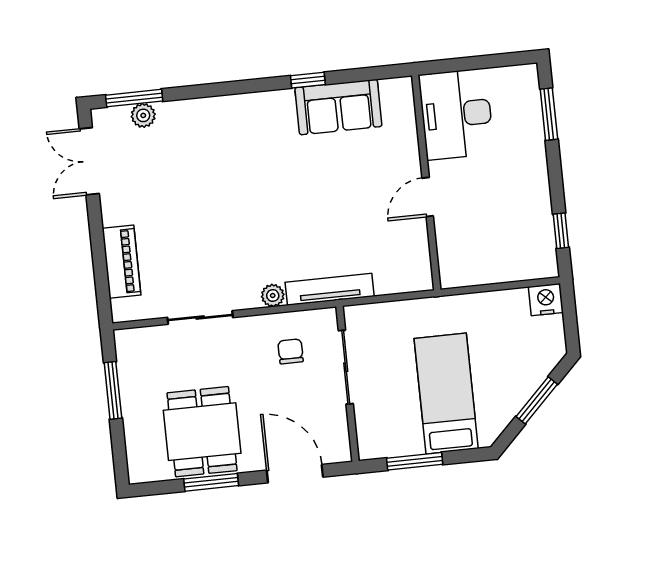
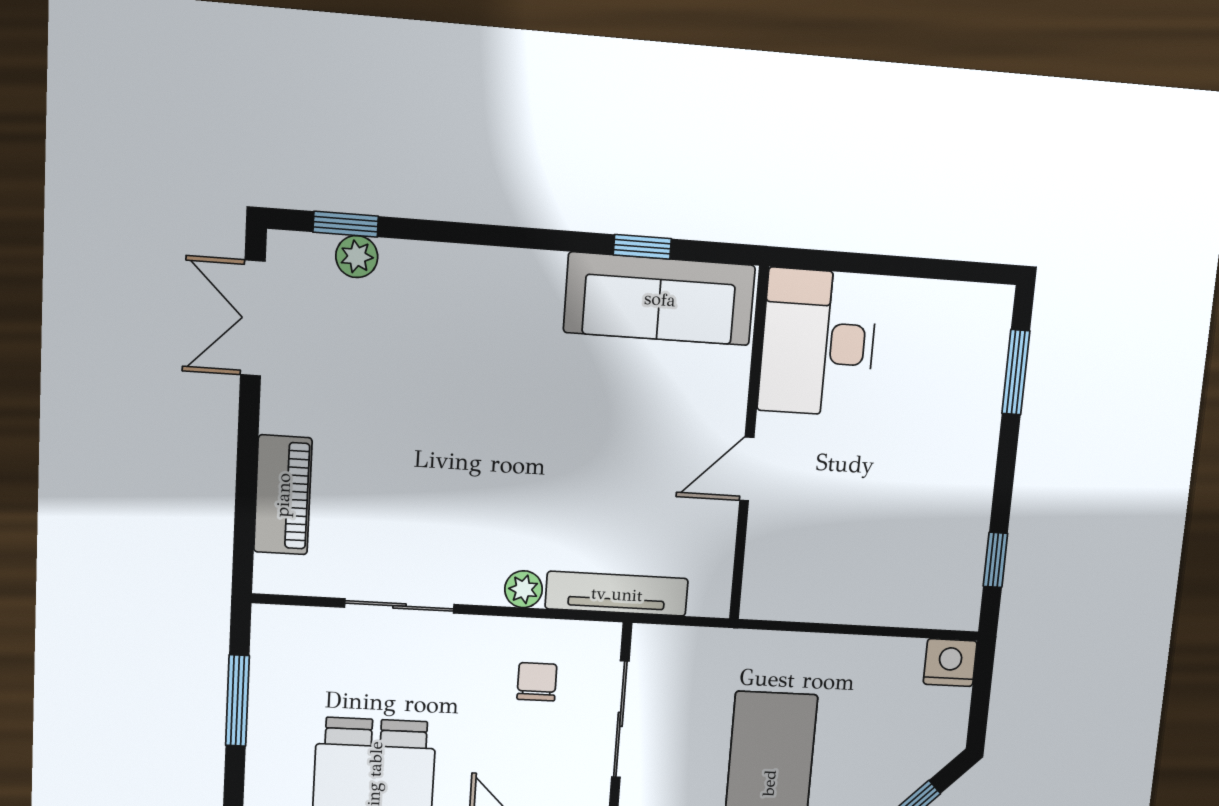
window: (134, 98) -> (346, 224), width x0.67
sofa: (338, 107) -> (660, 299), width x1.36
desk: (456, 114) -> (818, 343), moved
wall: (426, 183) -> (749, 445), moved
door: (428, 197) -> (747, 469), moved

